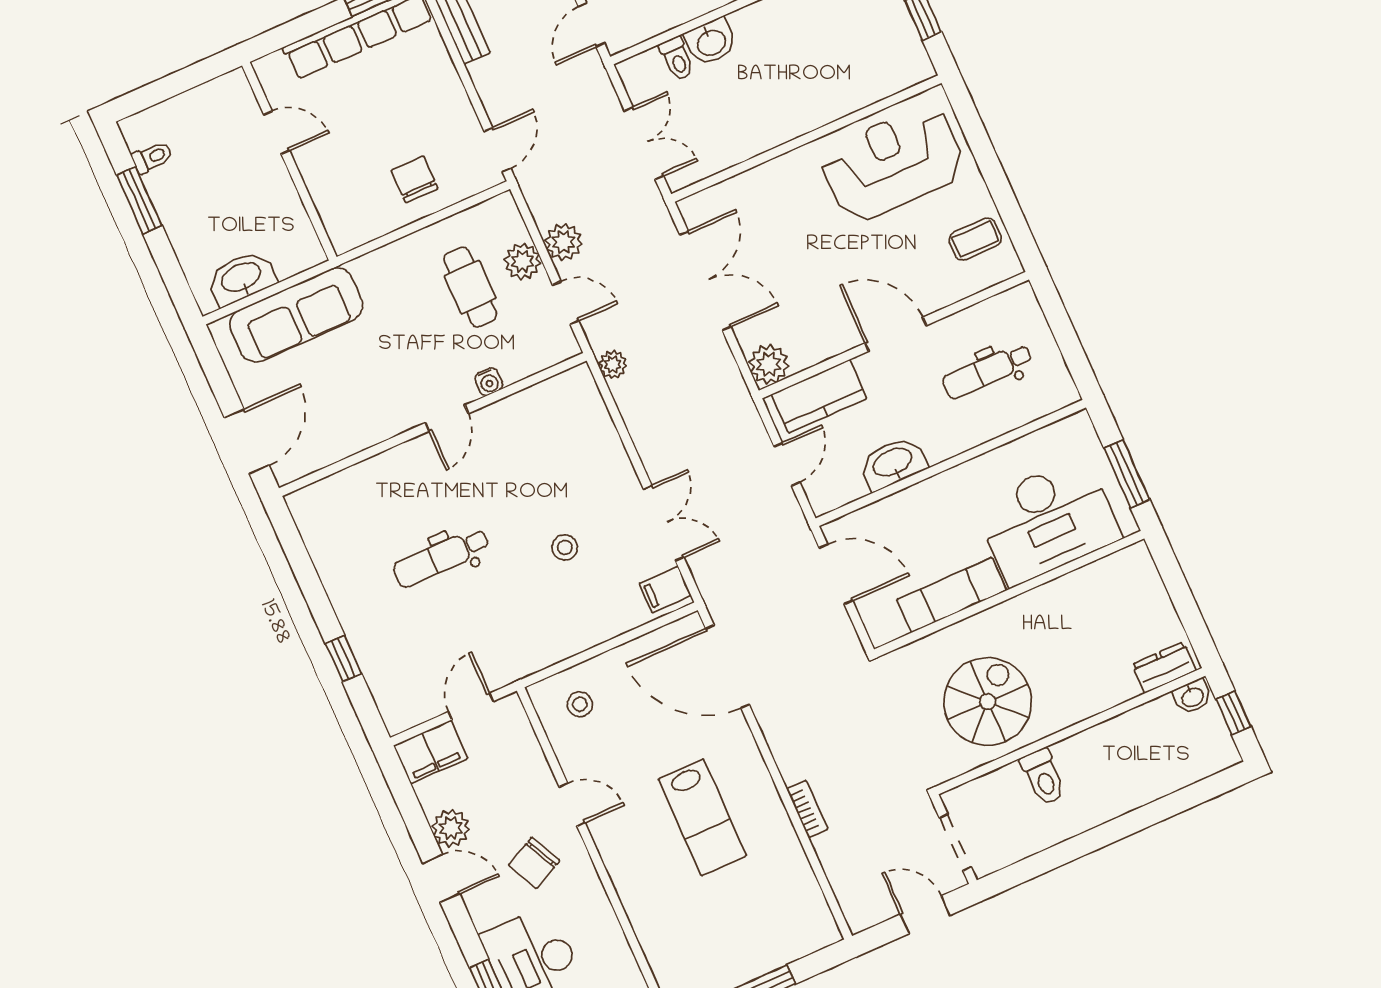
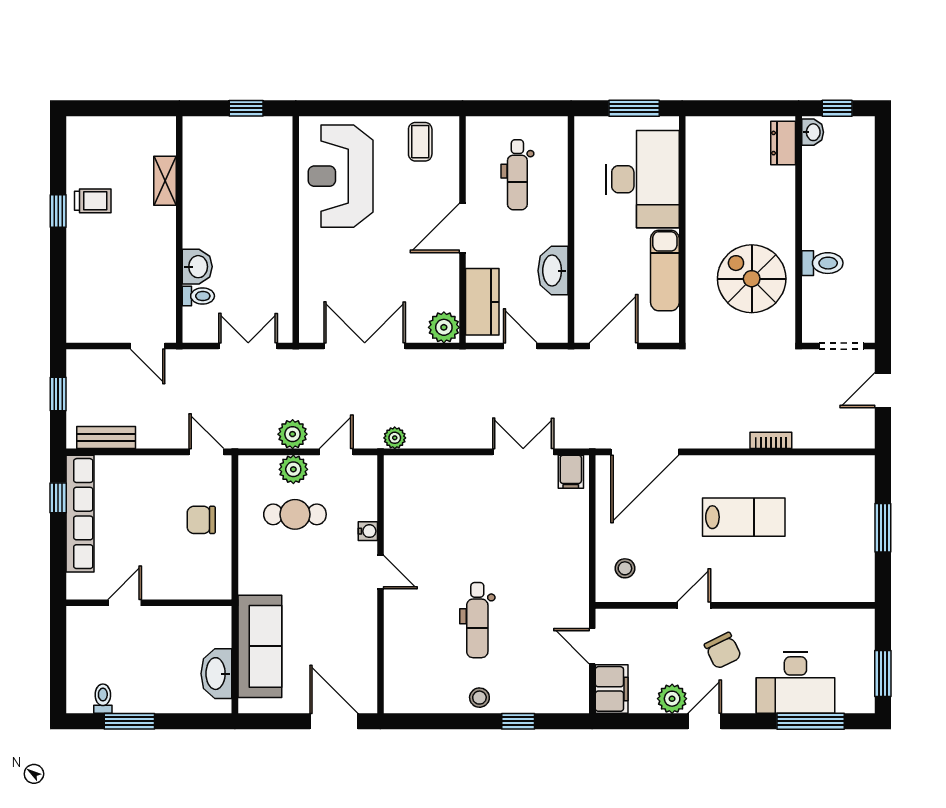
stool: (565, 547) -> (479, 698), moved

